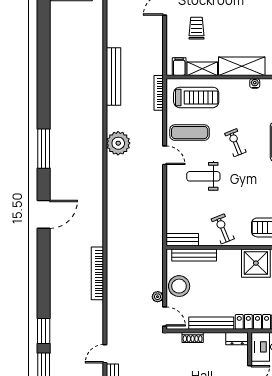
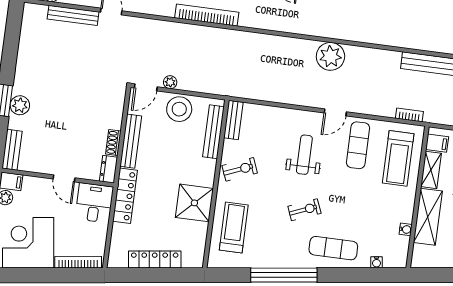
bookcase: (159, 93) -> (409, 115), width x0.64
plant: (118, 143) -> (330, 56), moved
exercise bike: (235, 143) -> (304, 210), moved
shoe rack: (193, 338) -> (113, 143), moved

